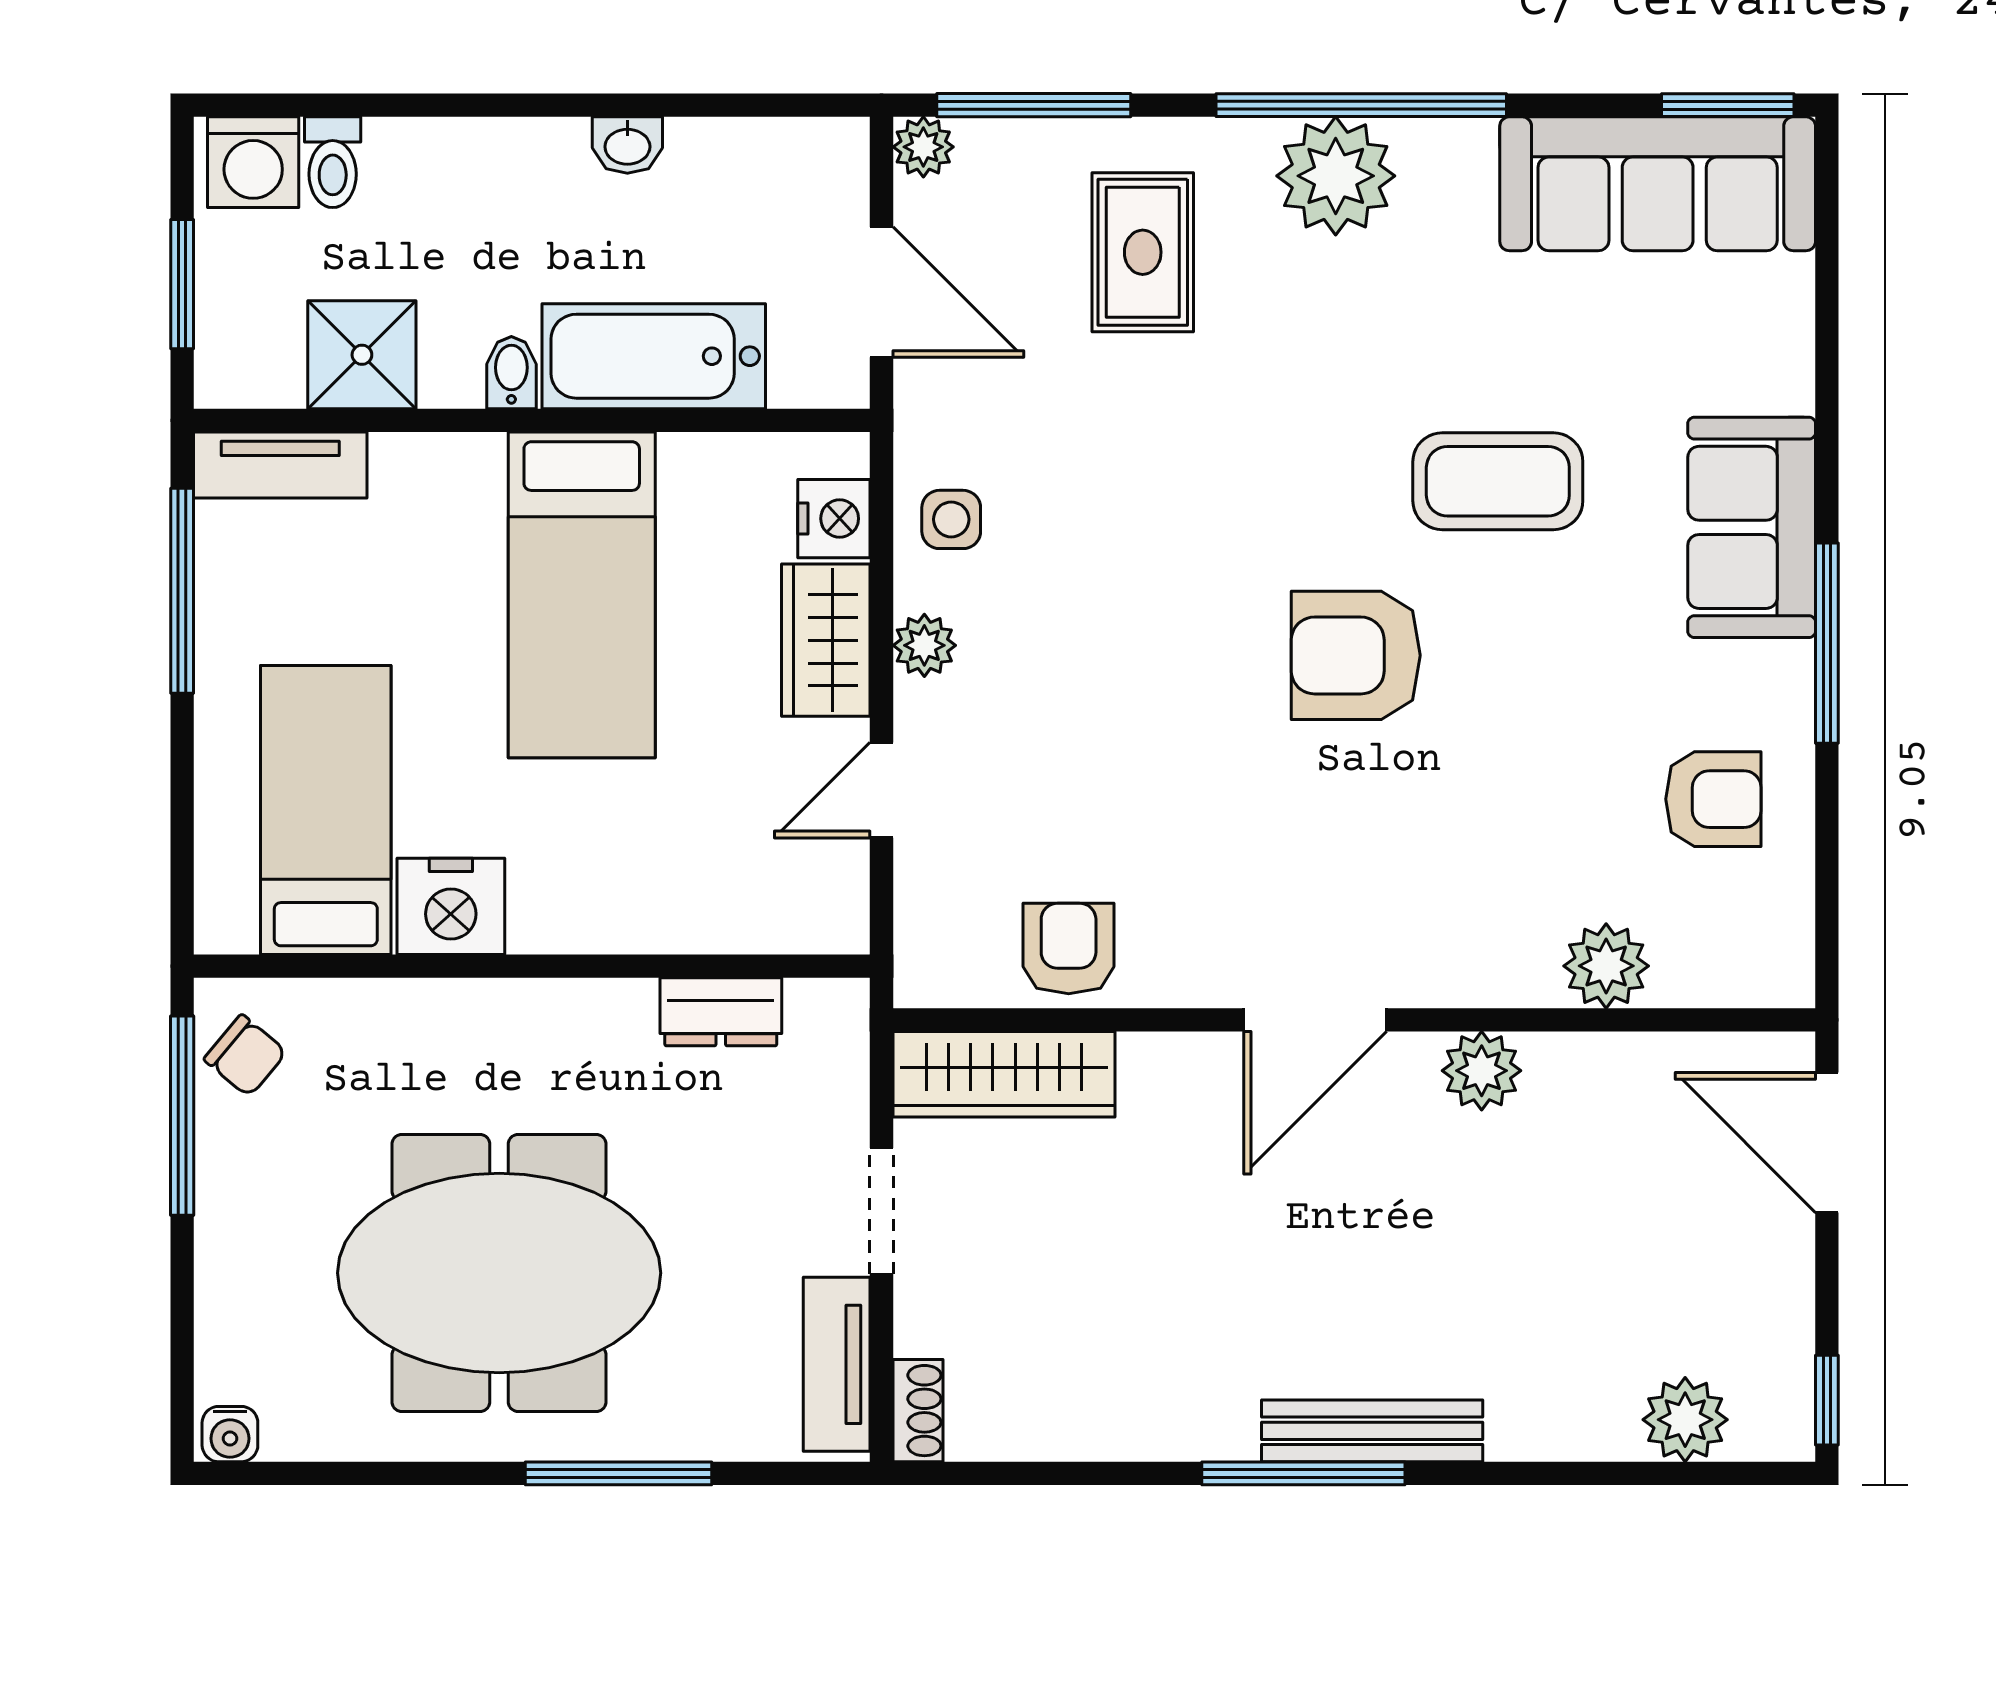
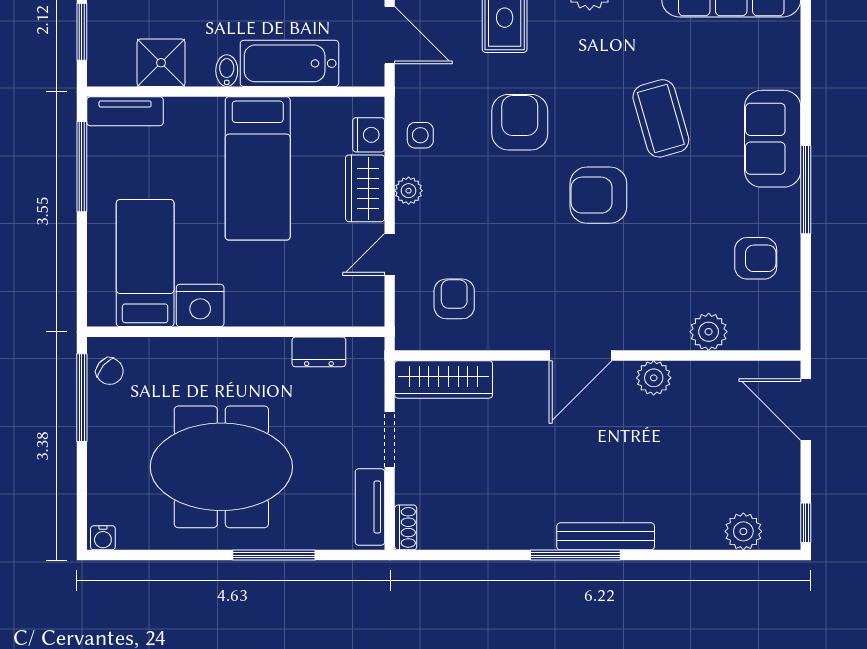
coffee table: (1498, 481) -> (661, 118), turned 74
armchair: (1177, 490) -> (520, 122), added
armchair: (1069, 948) -> (454, 299), moved

